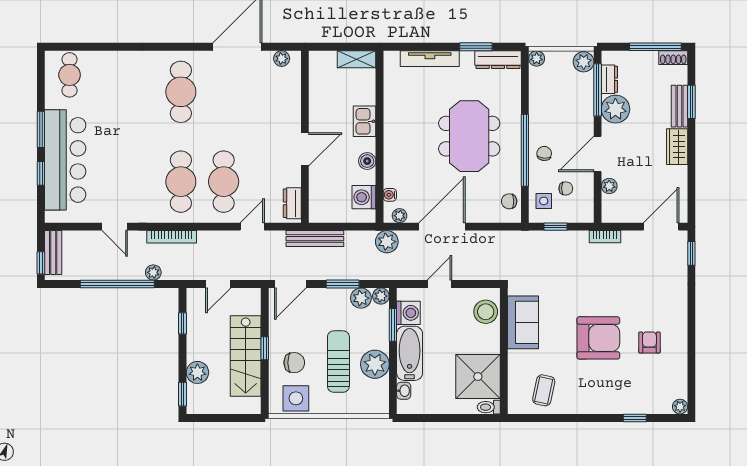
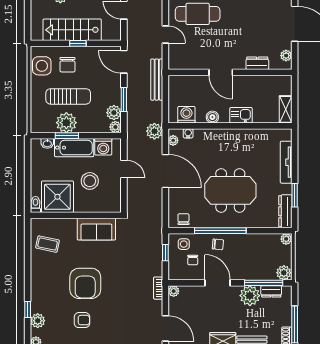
plant: (609, 186) -> (174, 291), moved
dresser: (292, 203) -> (257, 63), moved
stool: (486, 312) -> (90, 181), moved
window: (393, 325) -> (67, 136), moved
plant: (650, 404) -> (38, 321), added

